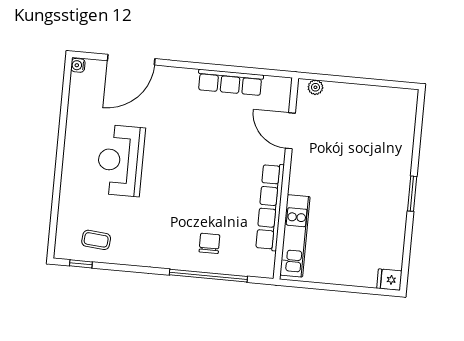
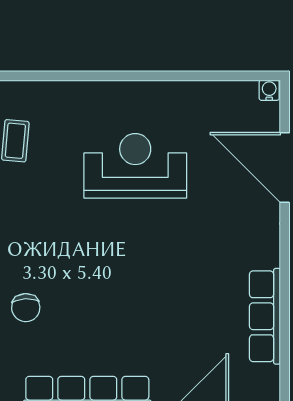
chair: (209, 243) -> (26, 308), turned 87

